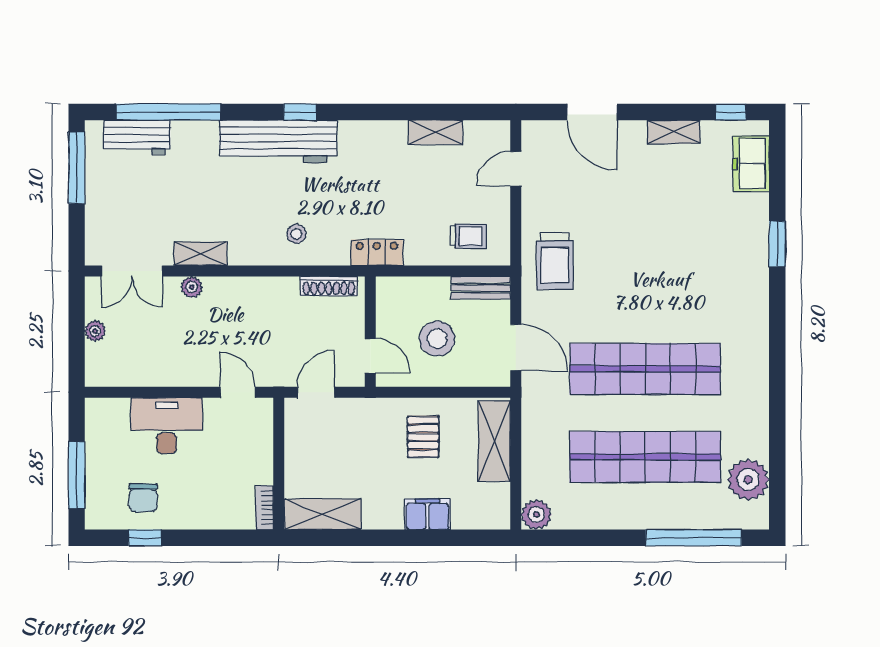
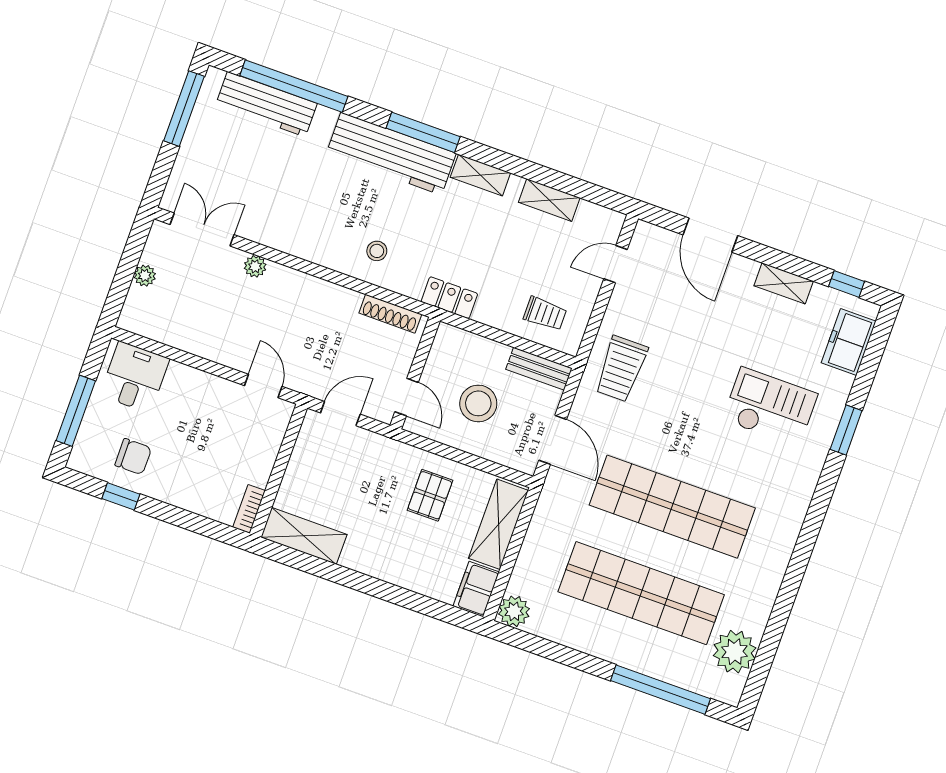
window: (300, 112) -> (423, 132), width x2.17
workbench: (137, 137) -> (266, 104), width x1.38
checkout: (701, 248) -> (770, 407), added
shelving: (200, 254) -> (480, 175), moved
double door: (132, 271) -> (202, 230), swing flipped
desk: (167, 426) -> (135, 377), moved, width x0.73
chair: (143, 498) -> (133, 457), turned -90
filing cabinet: (427, 514) -> (476, 589), moved, turned -90

